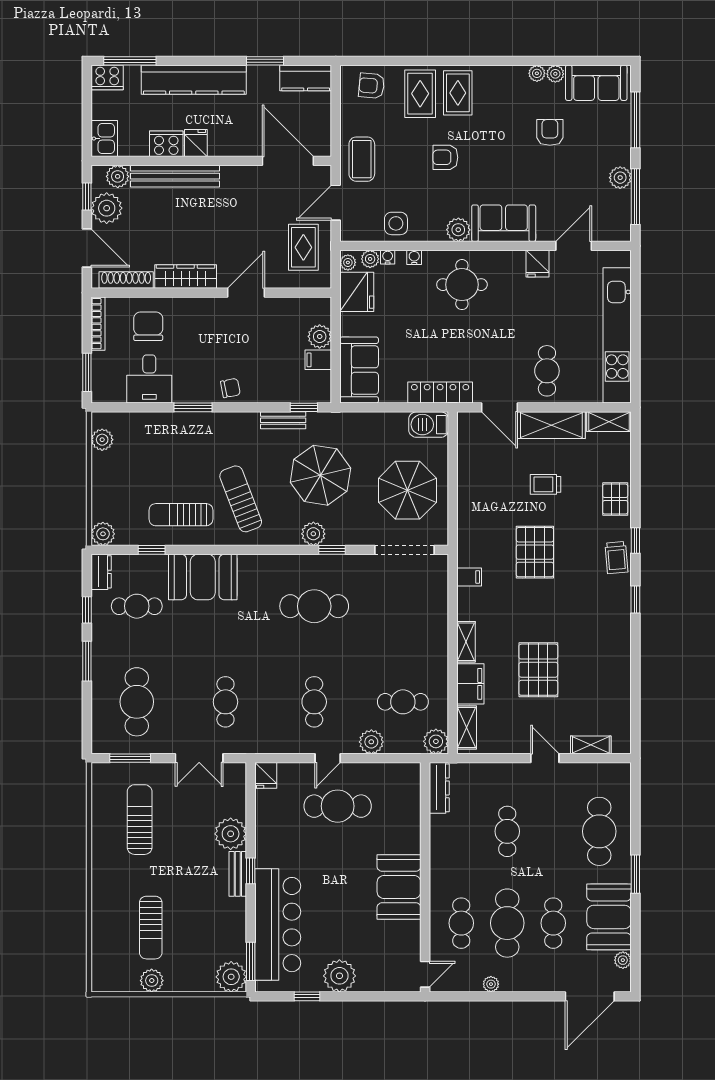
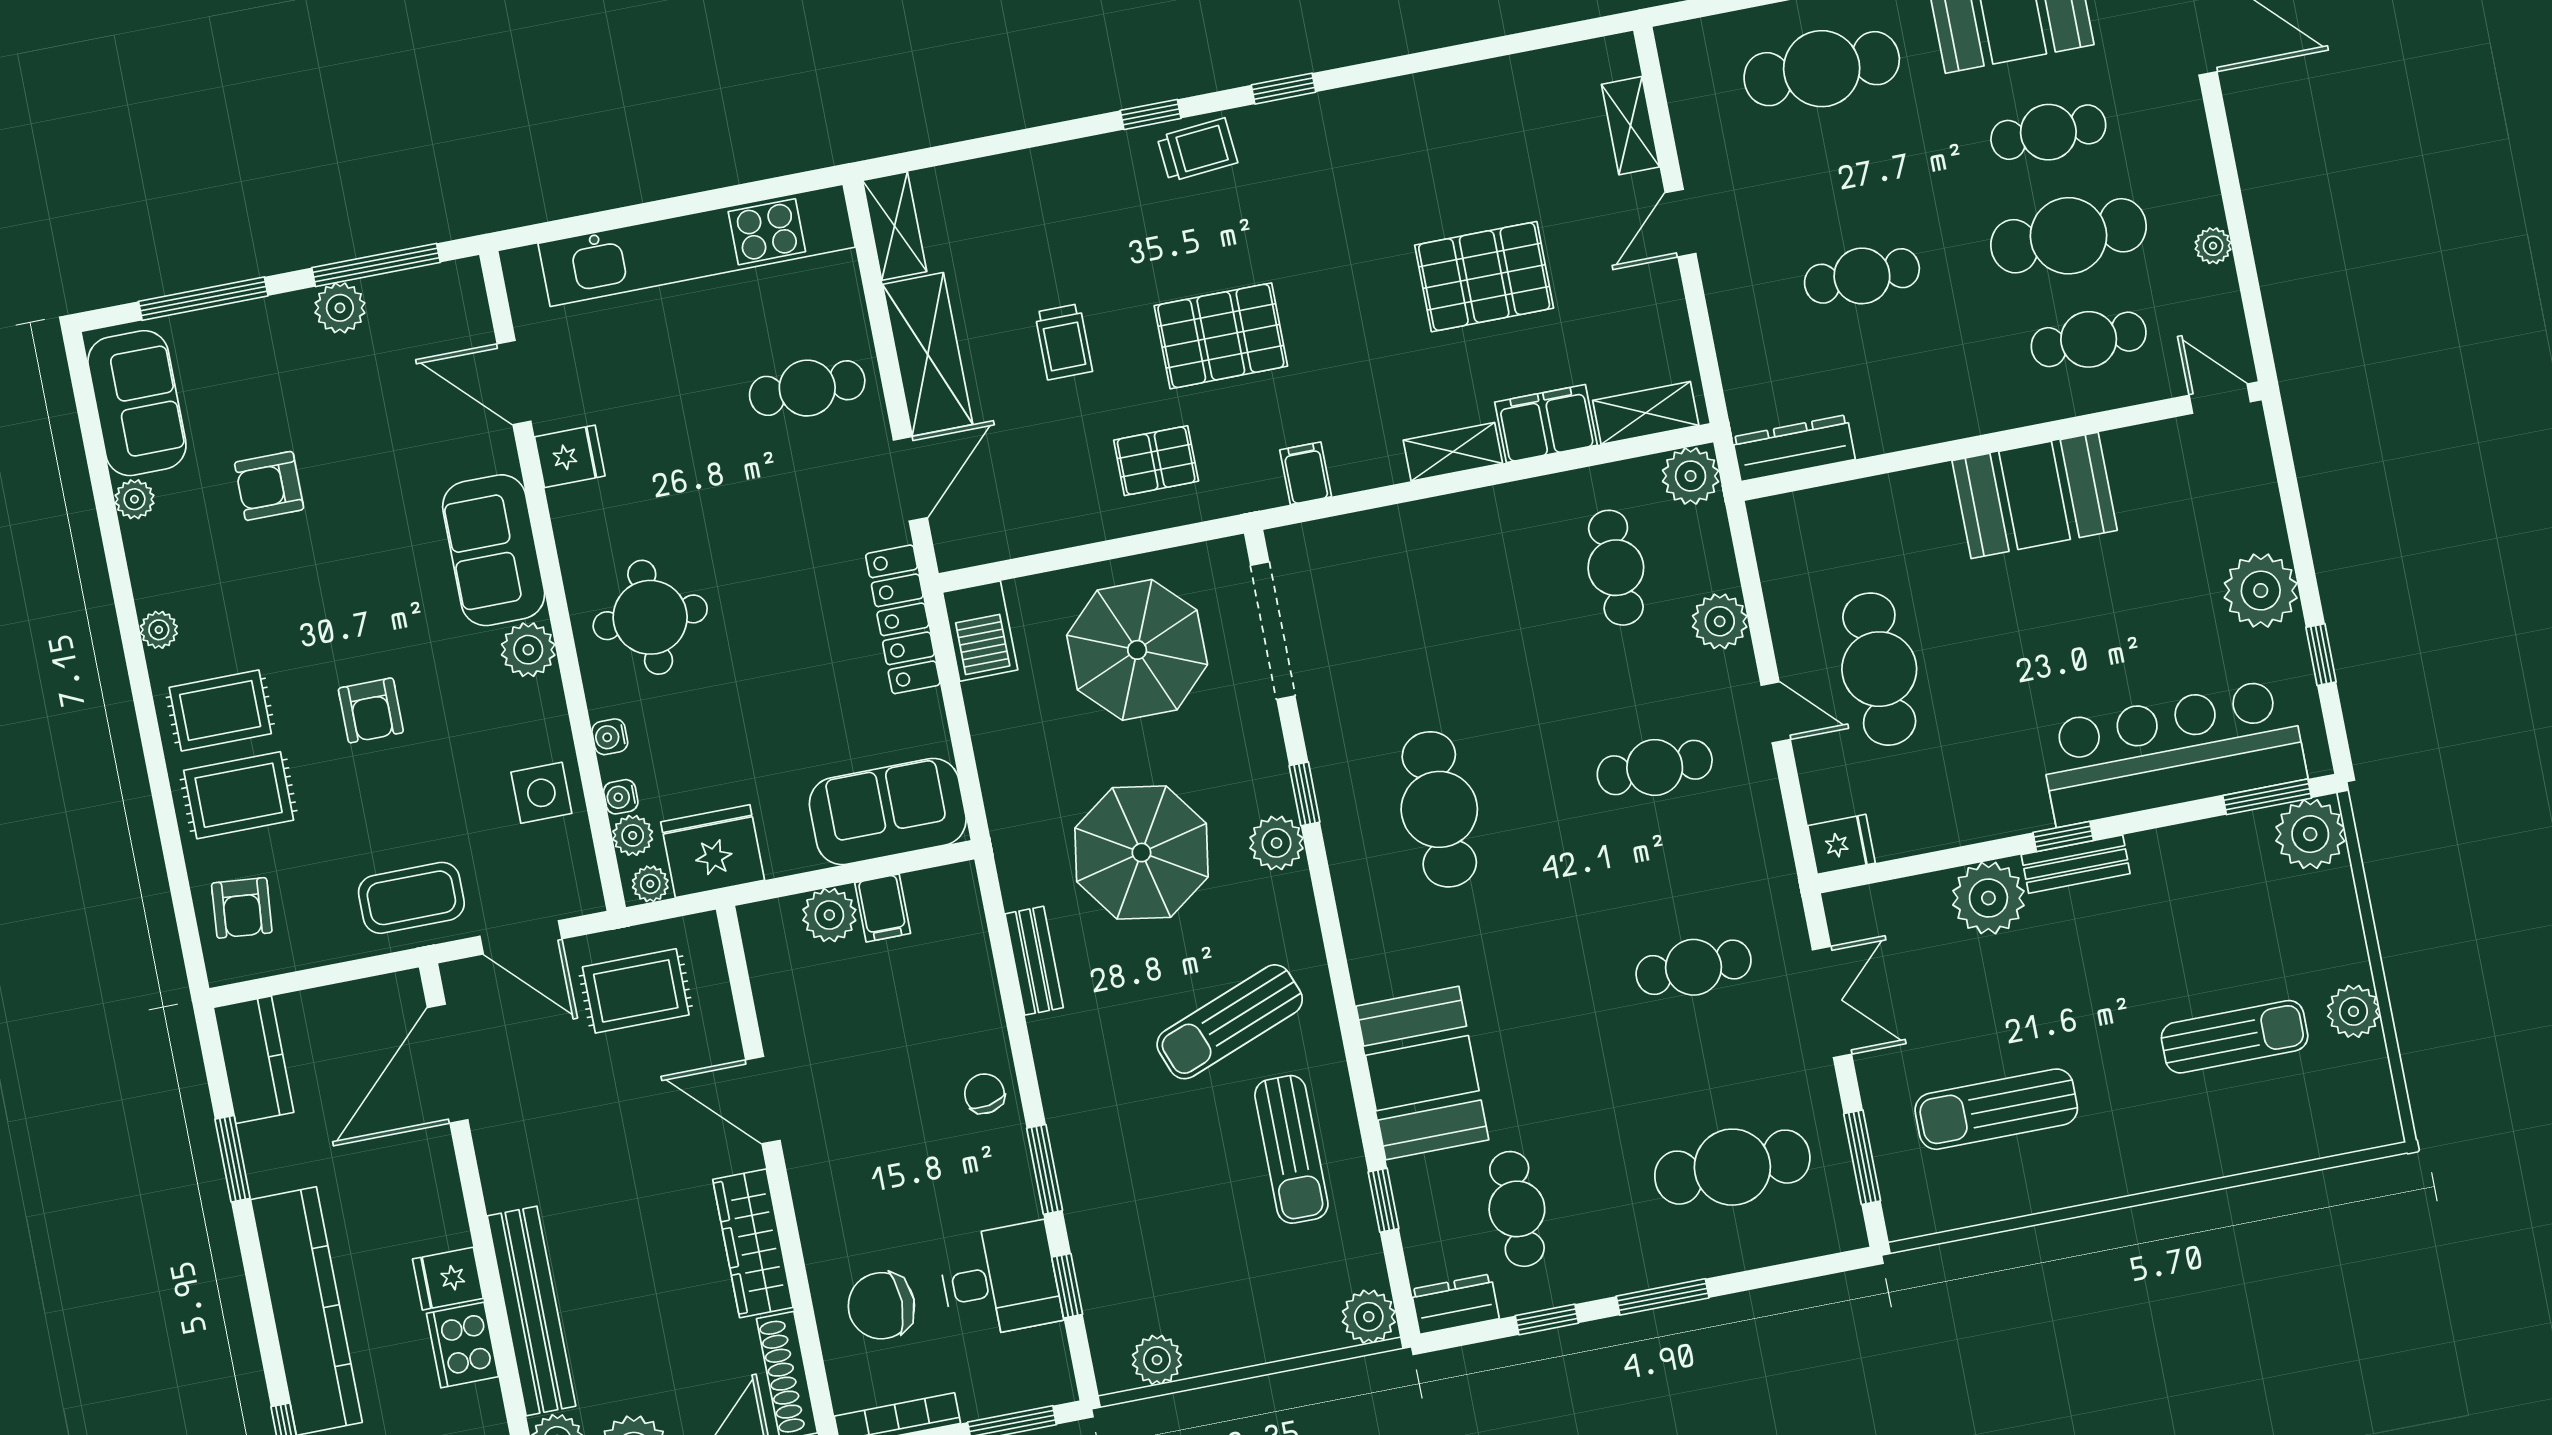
plant: (537, 73) -> (159, 630), moved
window: (304, 407) -> (1067, 1286), moved
pallet: (615, 499) -> (1156, 461), moved

